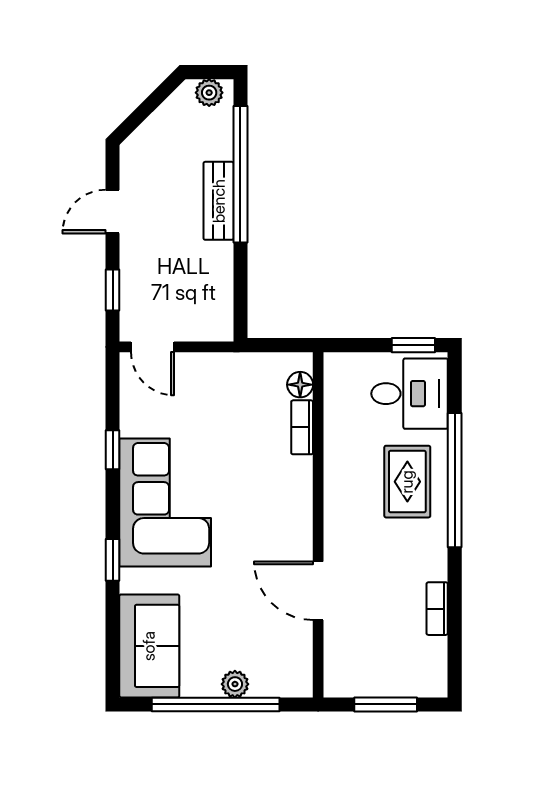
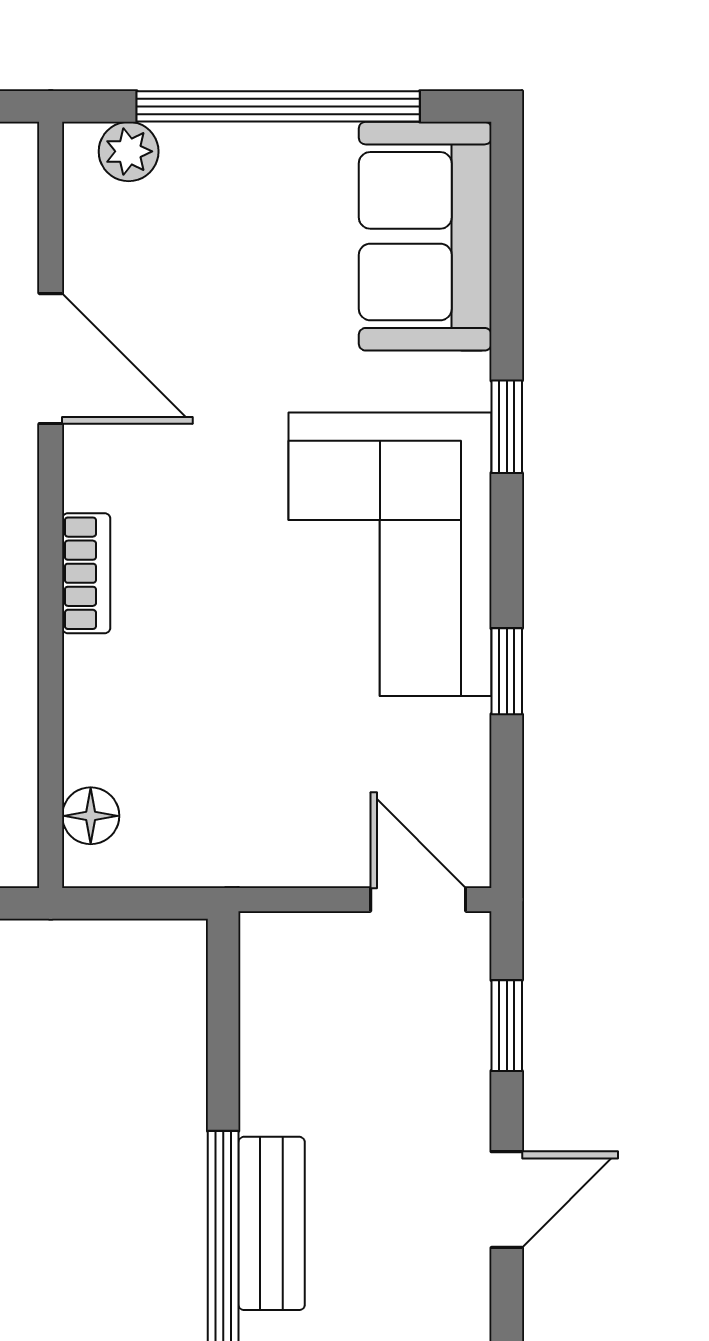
bookcase: (302, 427) -> (86, 573), moved
plant: (235, 684) -> (129, 151), moved

